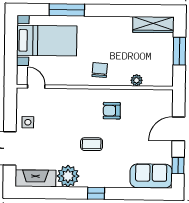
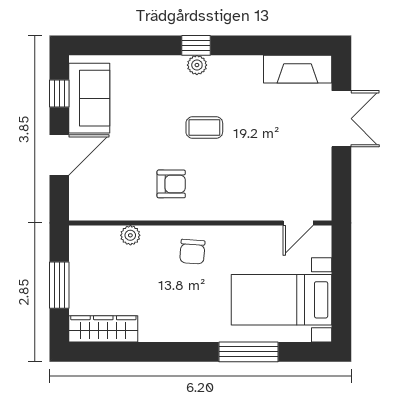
door: (36, 86) -> (298, 223), hinge flipped
side table: (28, 122) -> (311, 163), removed
plant: (68, 176) -> (197, 65), moved, width x0.53, depth x0.53
sofa: (151, 176) -> (89, 98), moved, turned -90

